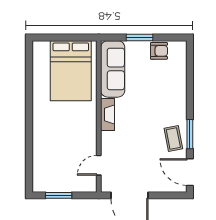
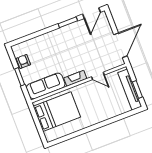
coffee table: (173, 139) -> (75, 32), removed
door: (99, 165) -> (98, 76), moved
tv unit: (62, 185) -> (130, 90), added

